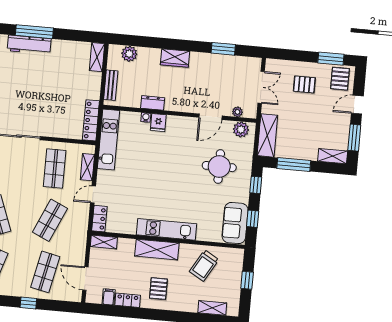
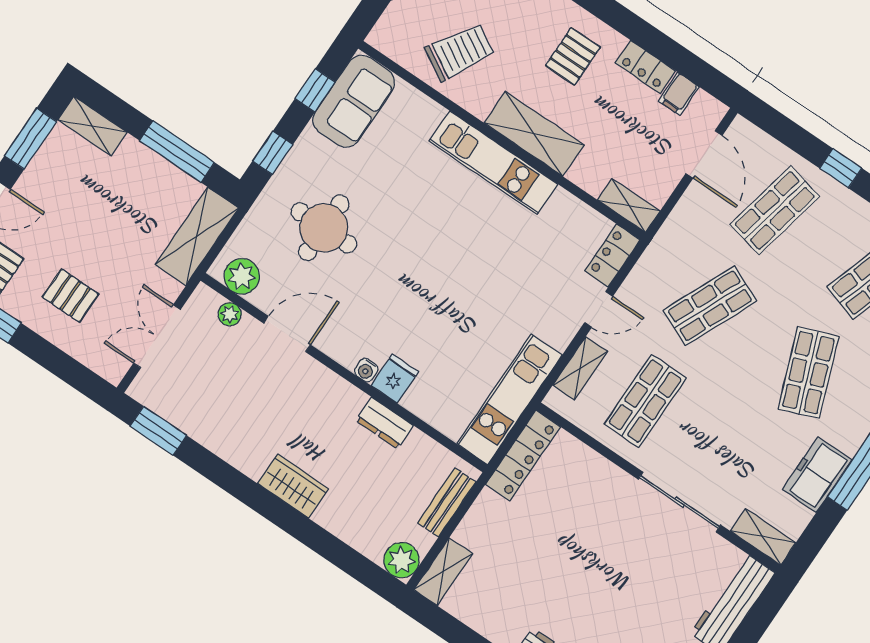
window: (223, 49) -> (158, 431), moved
plant: (129, 54) -> (402, 560), moved
water cooler: (146, 117) -> (366, 370), moved

